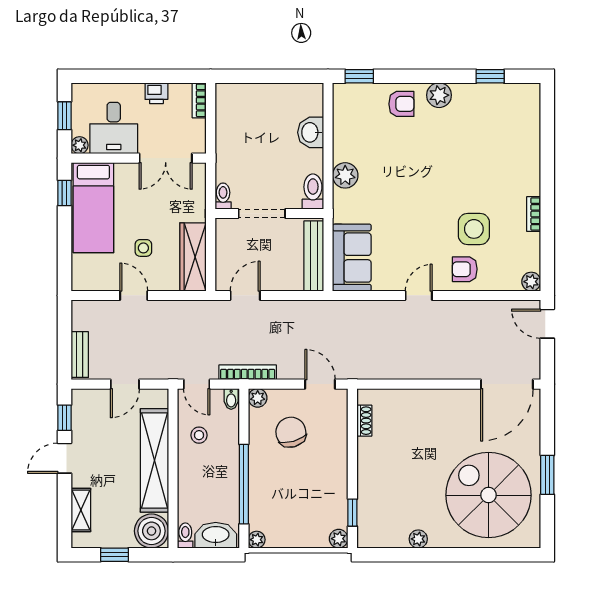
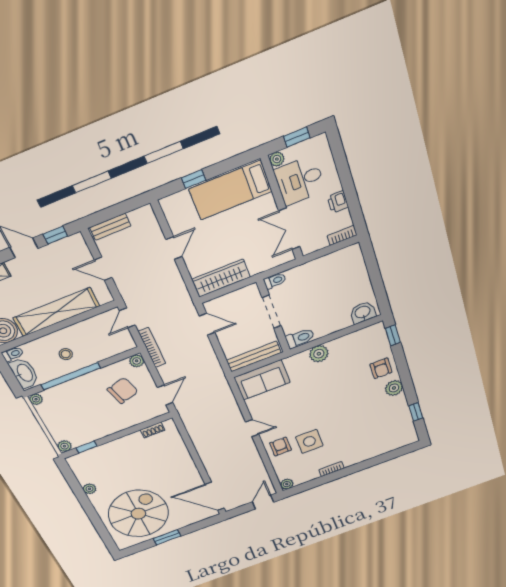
washbasin: (311, 132) -> (363, 312), moved
window: (64, 193) -> (194, 179), moved
side table: (143, 248) -> (214, 240), removed
bidet: (231, 399) -> (128, 345), removed
stool: (199, 435) -> (66, 354), moved

